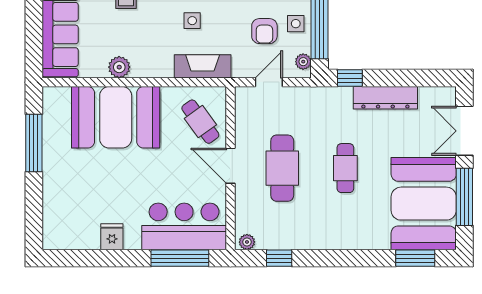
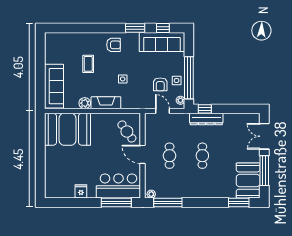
fireplace: (203, 66) -> (106, 103), moved
door: (269, 82) -> (163, 111), hinge flipped
dresser: (385, 98) -> (206, 119), moved
booth: (116, 117) -> (68, 129), moved
window: (34, 143) -> (40, 143), removed
cafe table: (282, 168) -> (170, 156), width x0.73, depth x0.74
booth: (424, 204) -> (248, 181), width x0.73, depth x0.70
window: (279, 258) -> (168, 203), width x2.17

